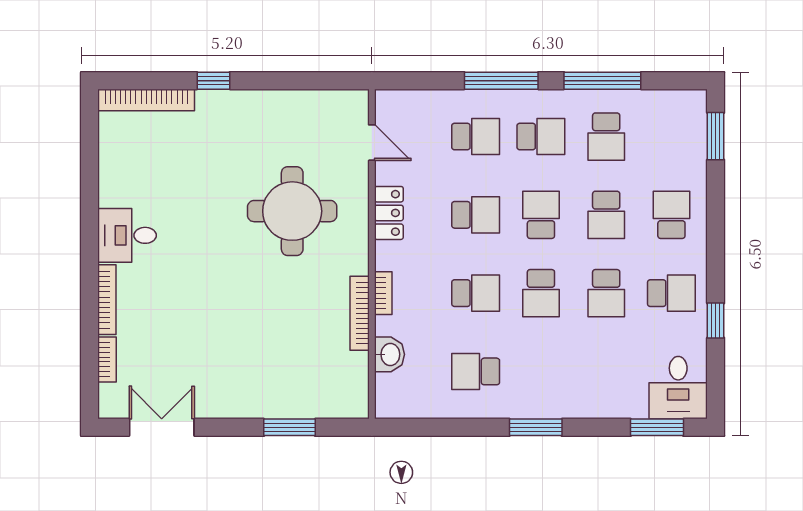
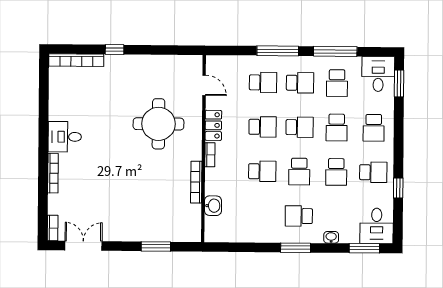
desk: (679, 120) -> (378, 74), added
school desk: (541, 215) -> (300, 127), turned 90
school desk: (671, 215) -> (374, 128), turned 180
bookcase: (383, 293) -> (210, 155), moved
bookcase: (107, 360) -> (53, 228), moved
school desk: (476, 371) -> (299, 216), moved
washbasin: (598, 408) -> (331, 237), added

